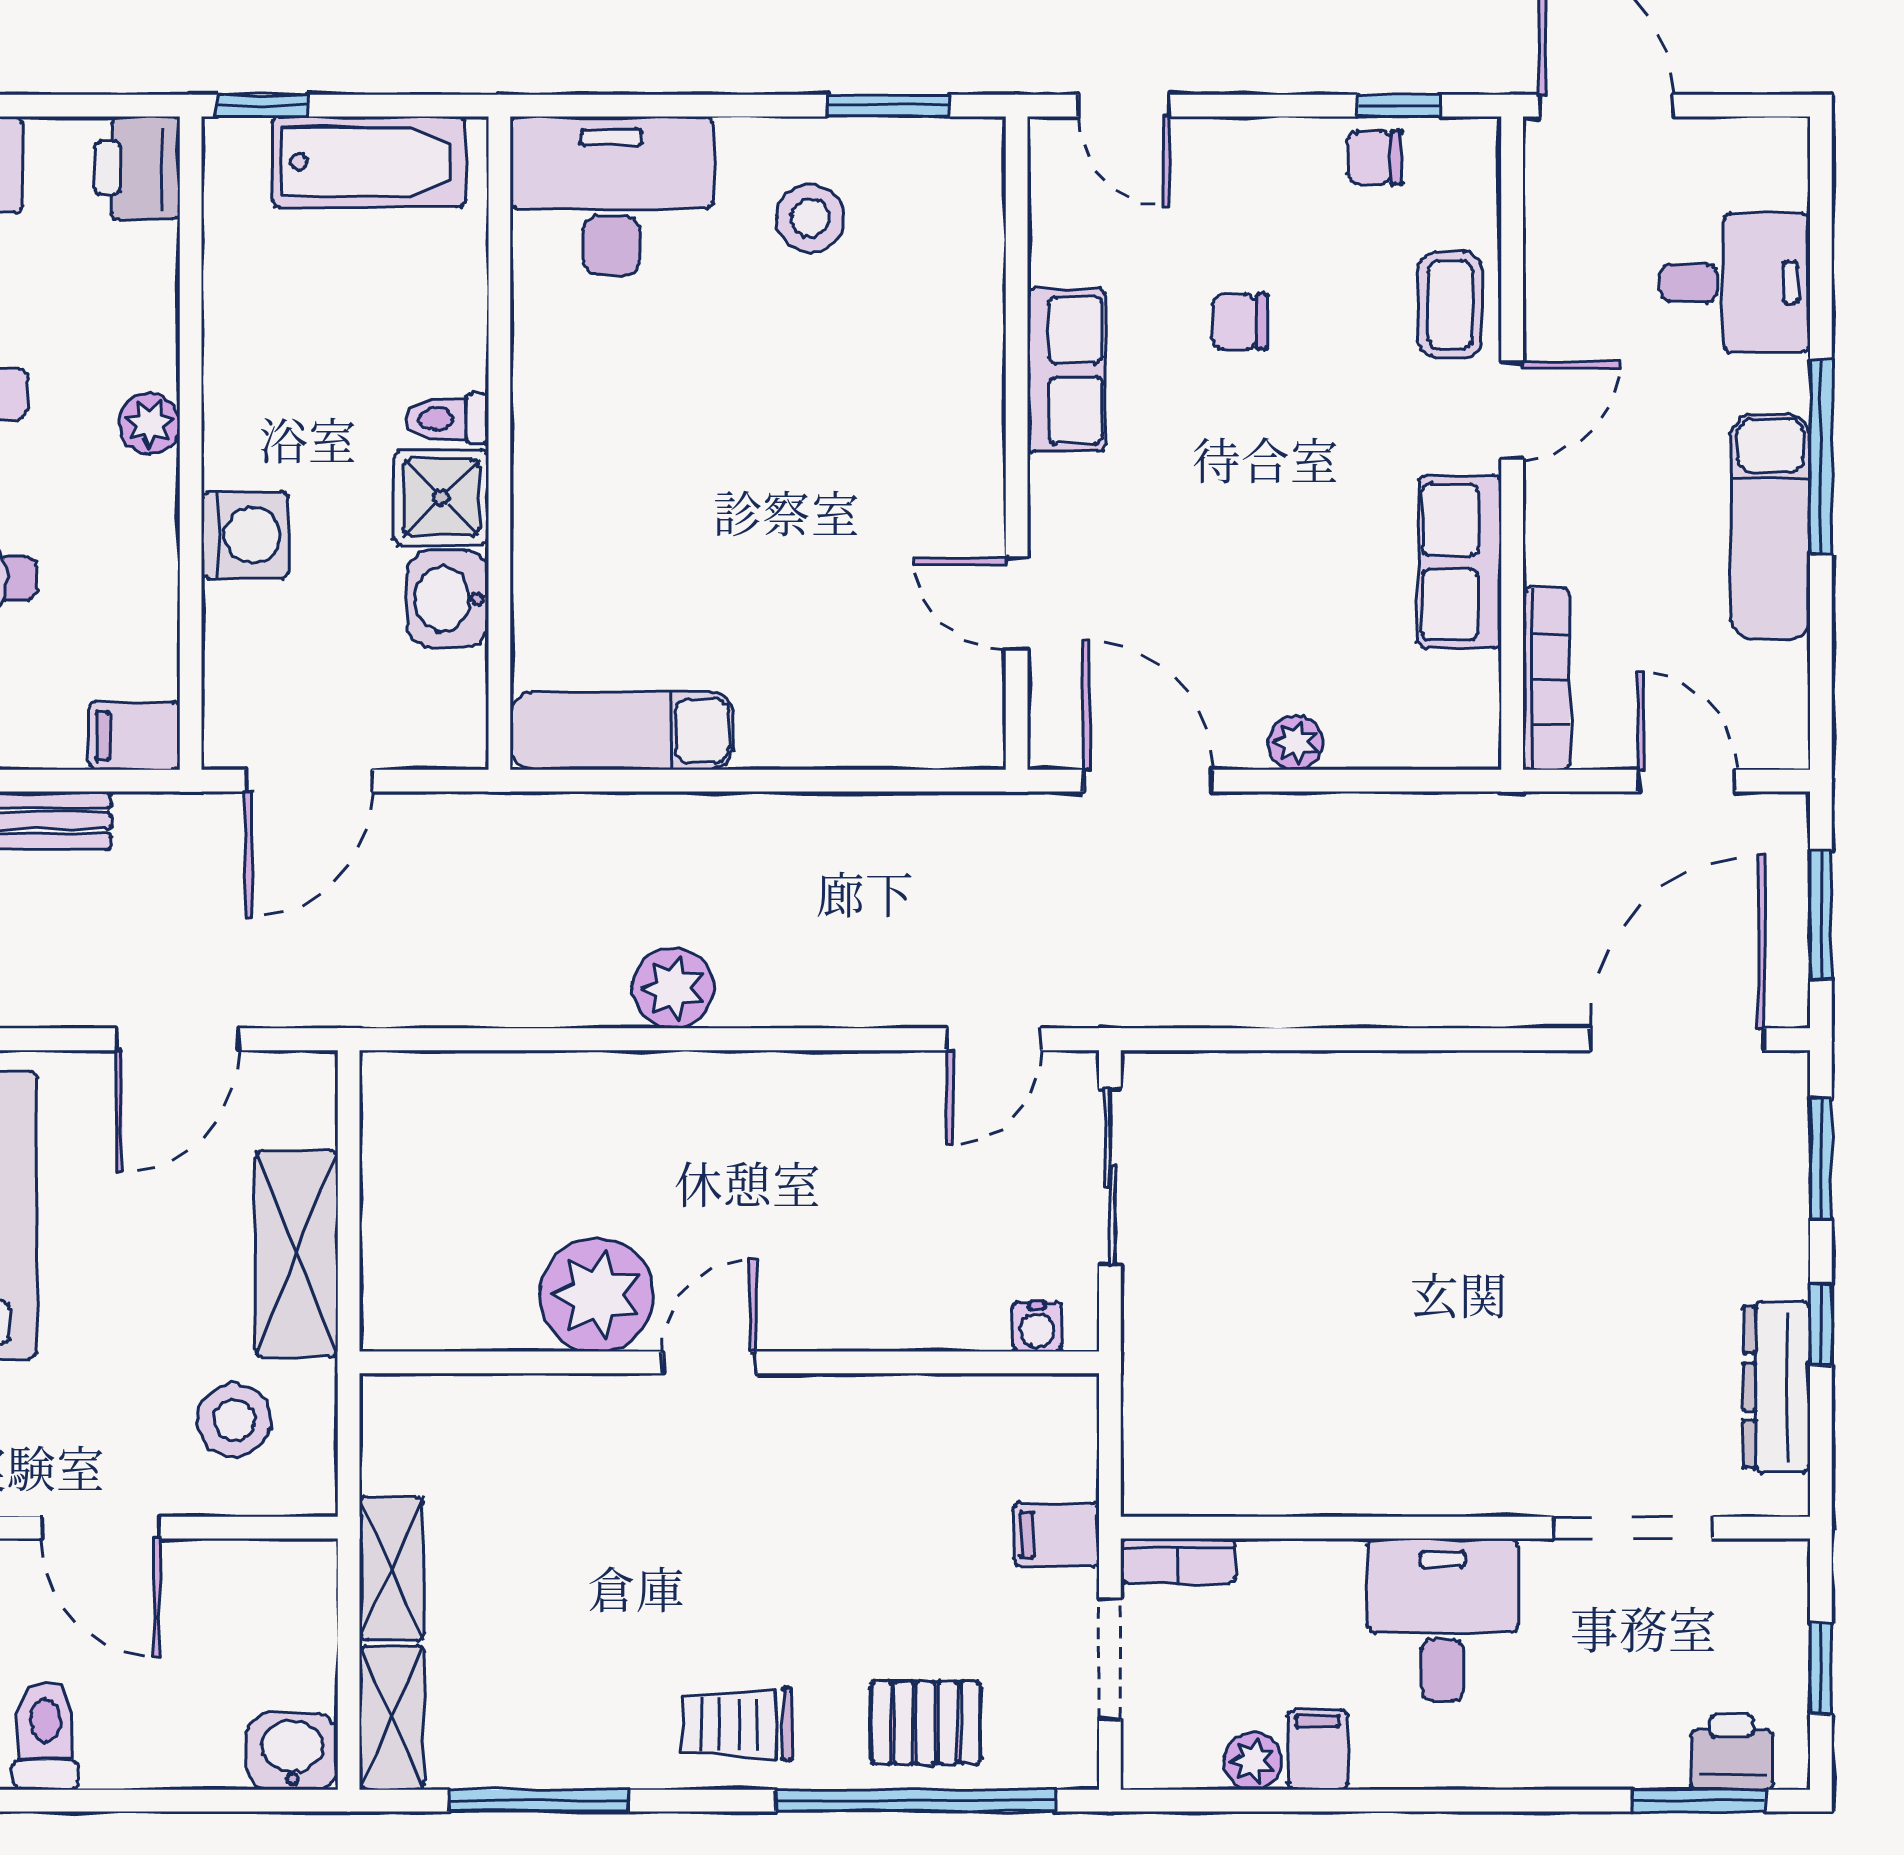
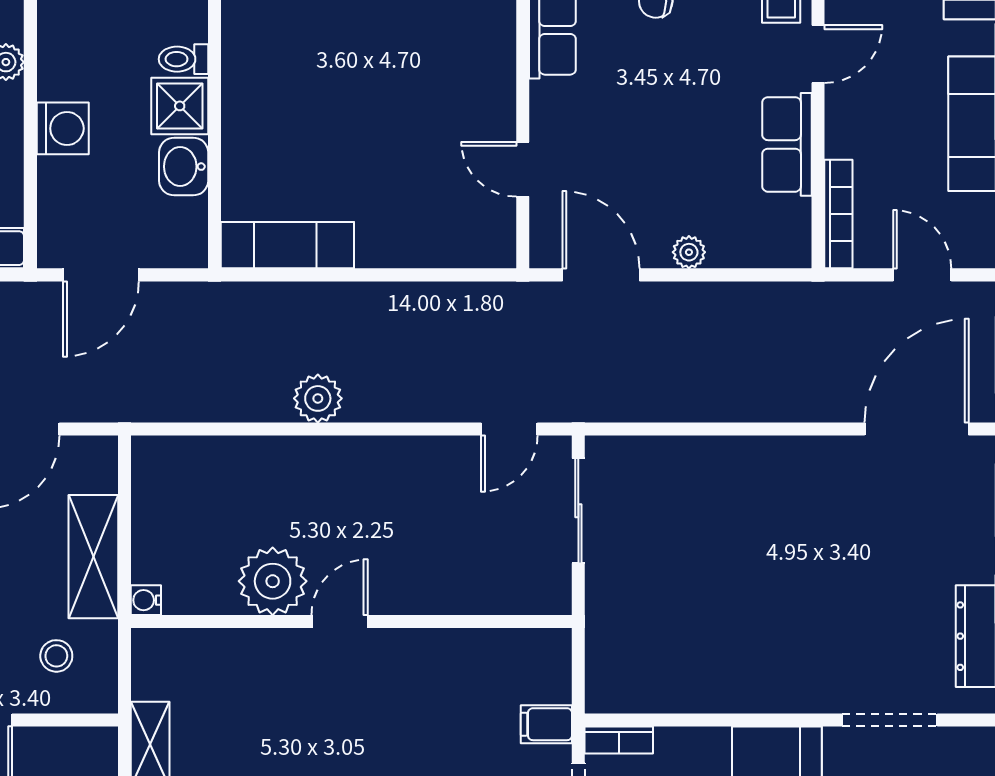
water cooler: (1037, 1327) -> (146, 600), moved, turned 90
stool: (234, 1420) -> (56, 656), width x0.73, depth x0.73

